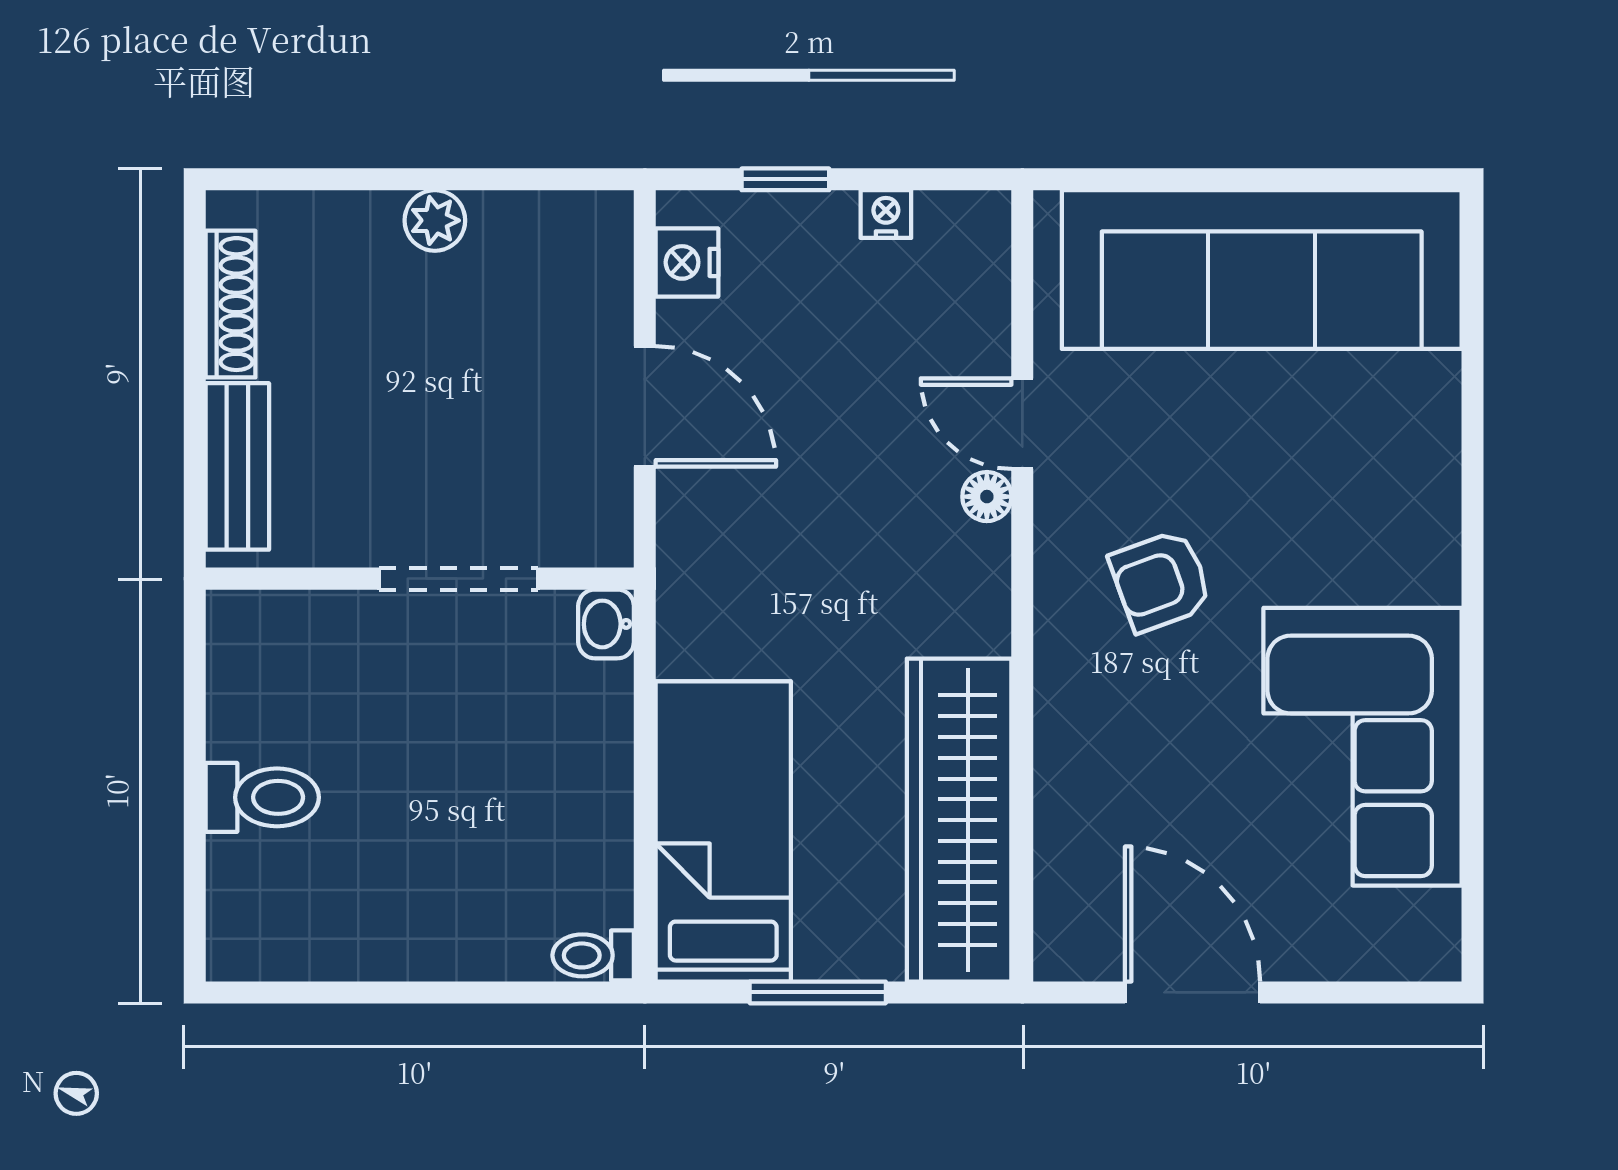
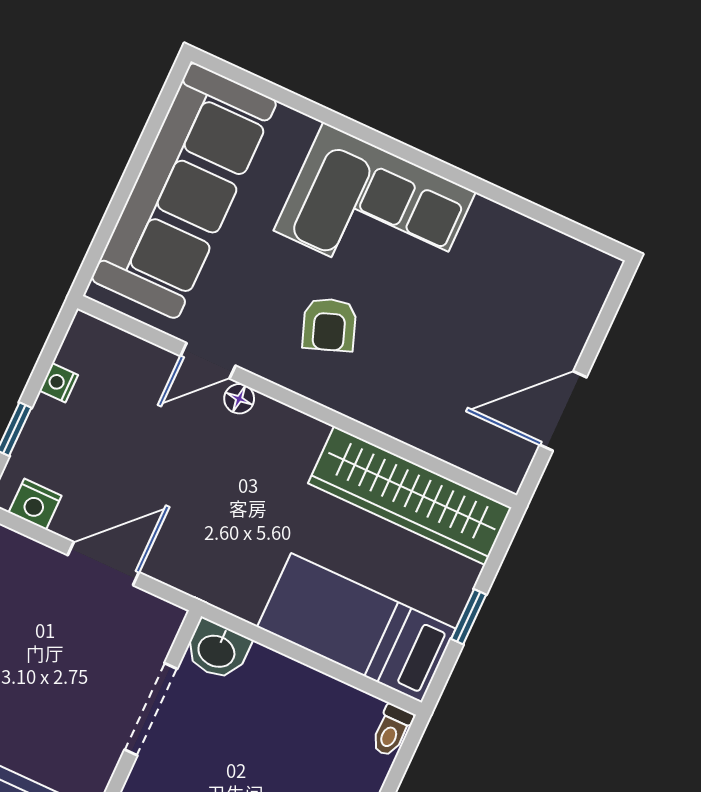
washbasin: (606, 624) -> (217, 650), width x1.38, depth x1.45
corner sofa: (1363, 747) -> (375, 211), moved
window: (818, 992) -> (469, 617), width x0.67

